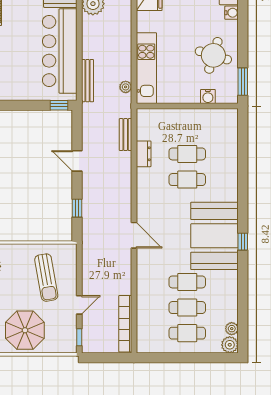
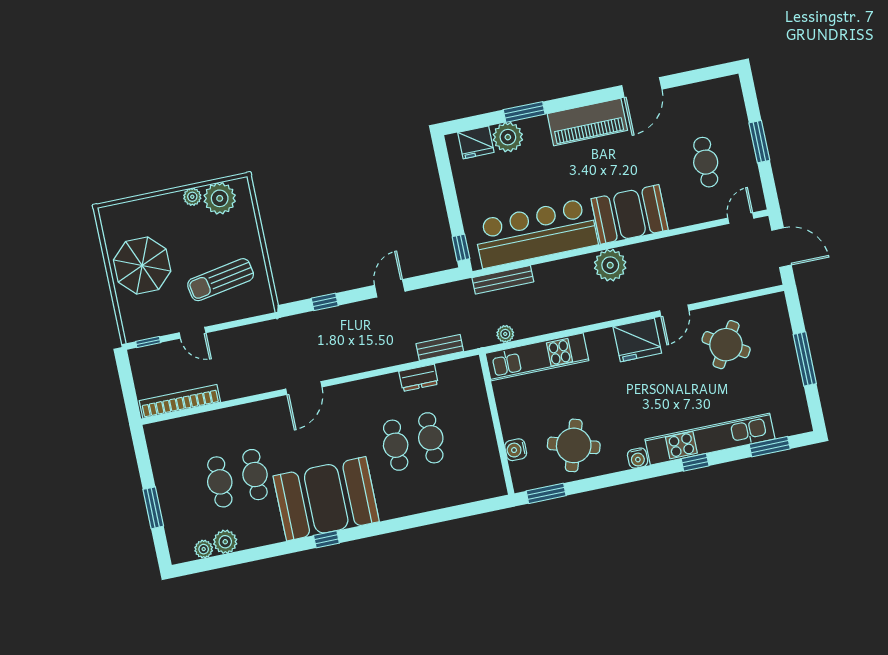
cafe table: (187, 333) -> (185, 489), removed
plant: (230, 345) -> (225, 542), moved
window: (196, 358) -> (153, 508), added

